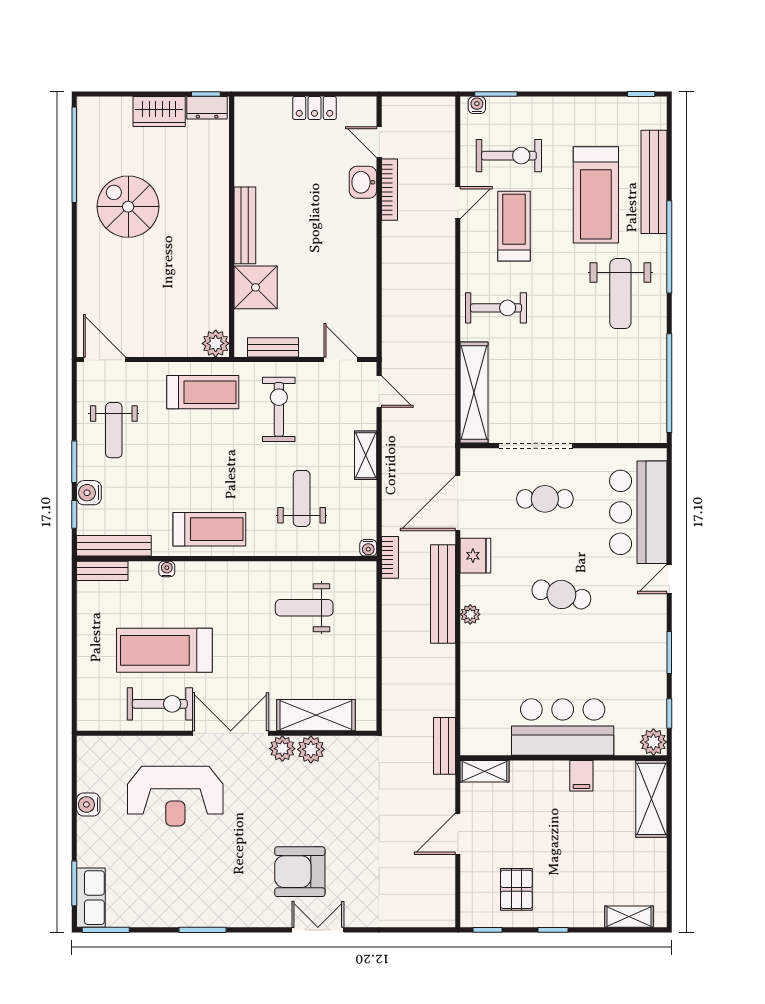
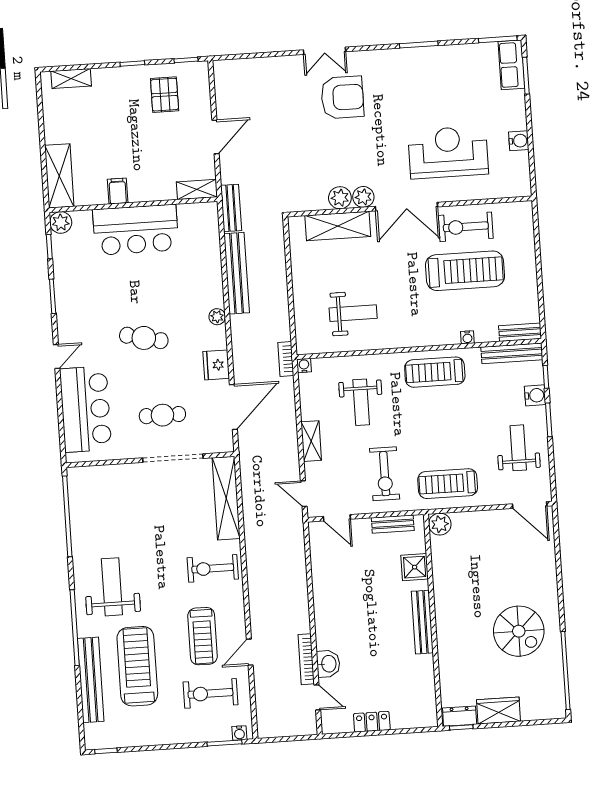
shower: (256, 287) -> (415, 567), width x0.73, depth x0.73
bench: (443, 594) -> (237, 273), moved

